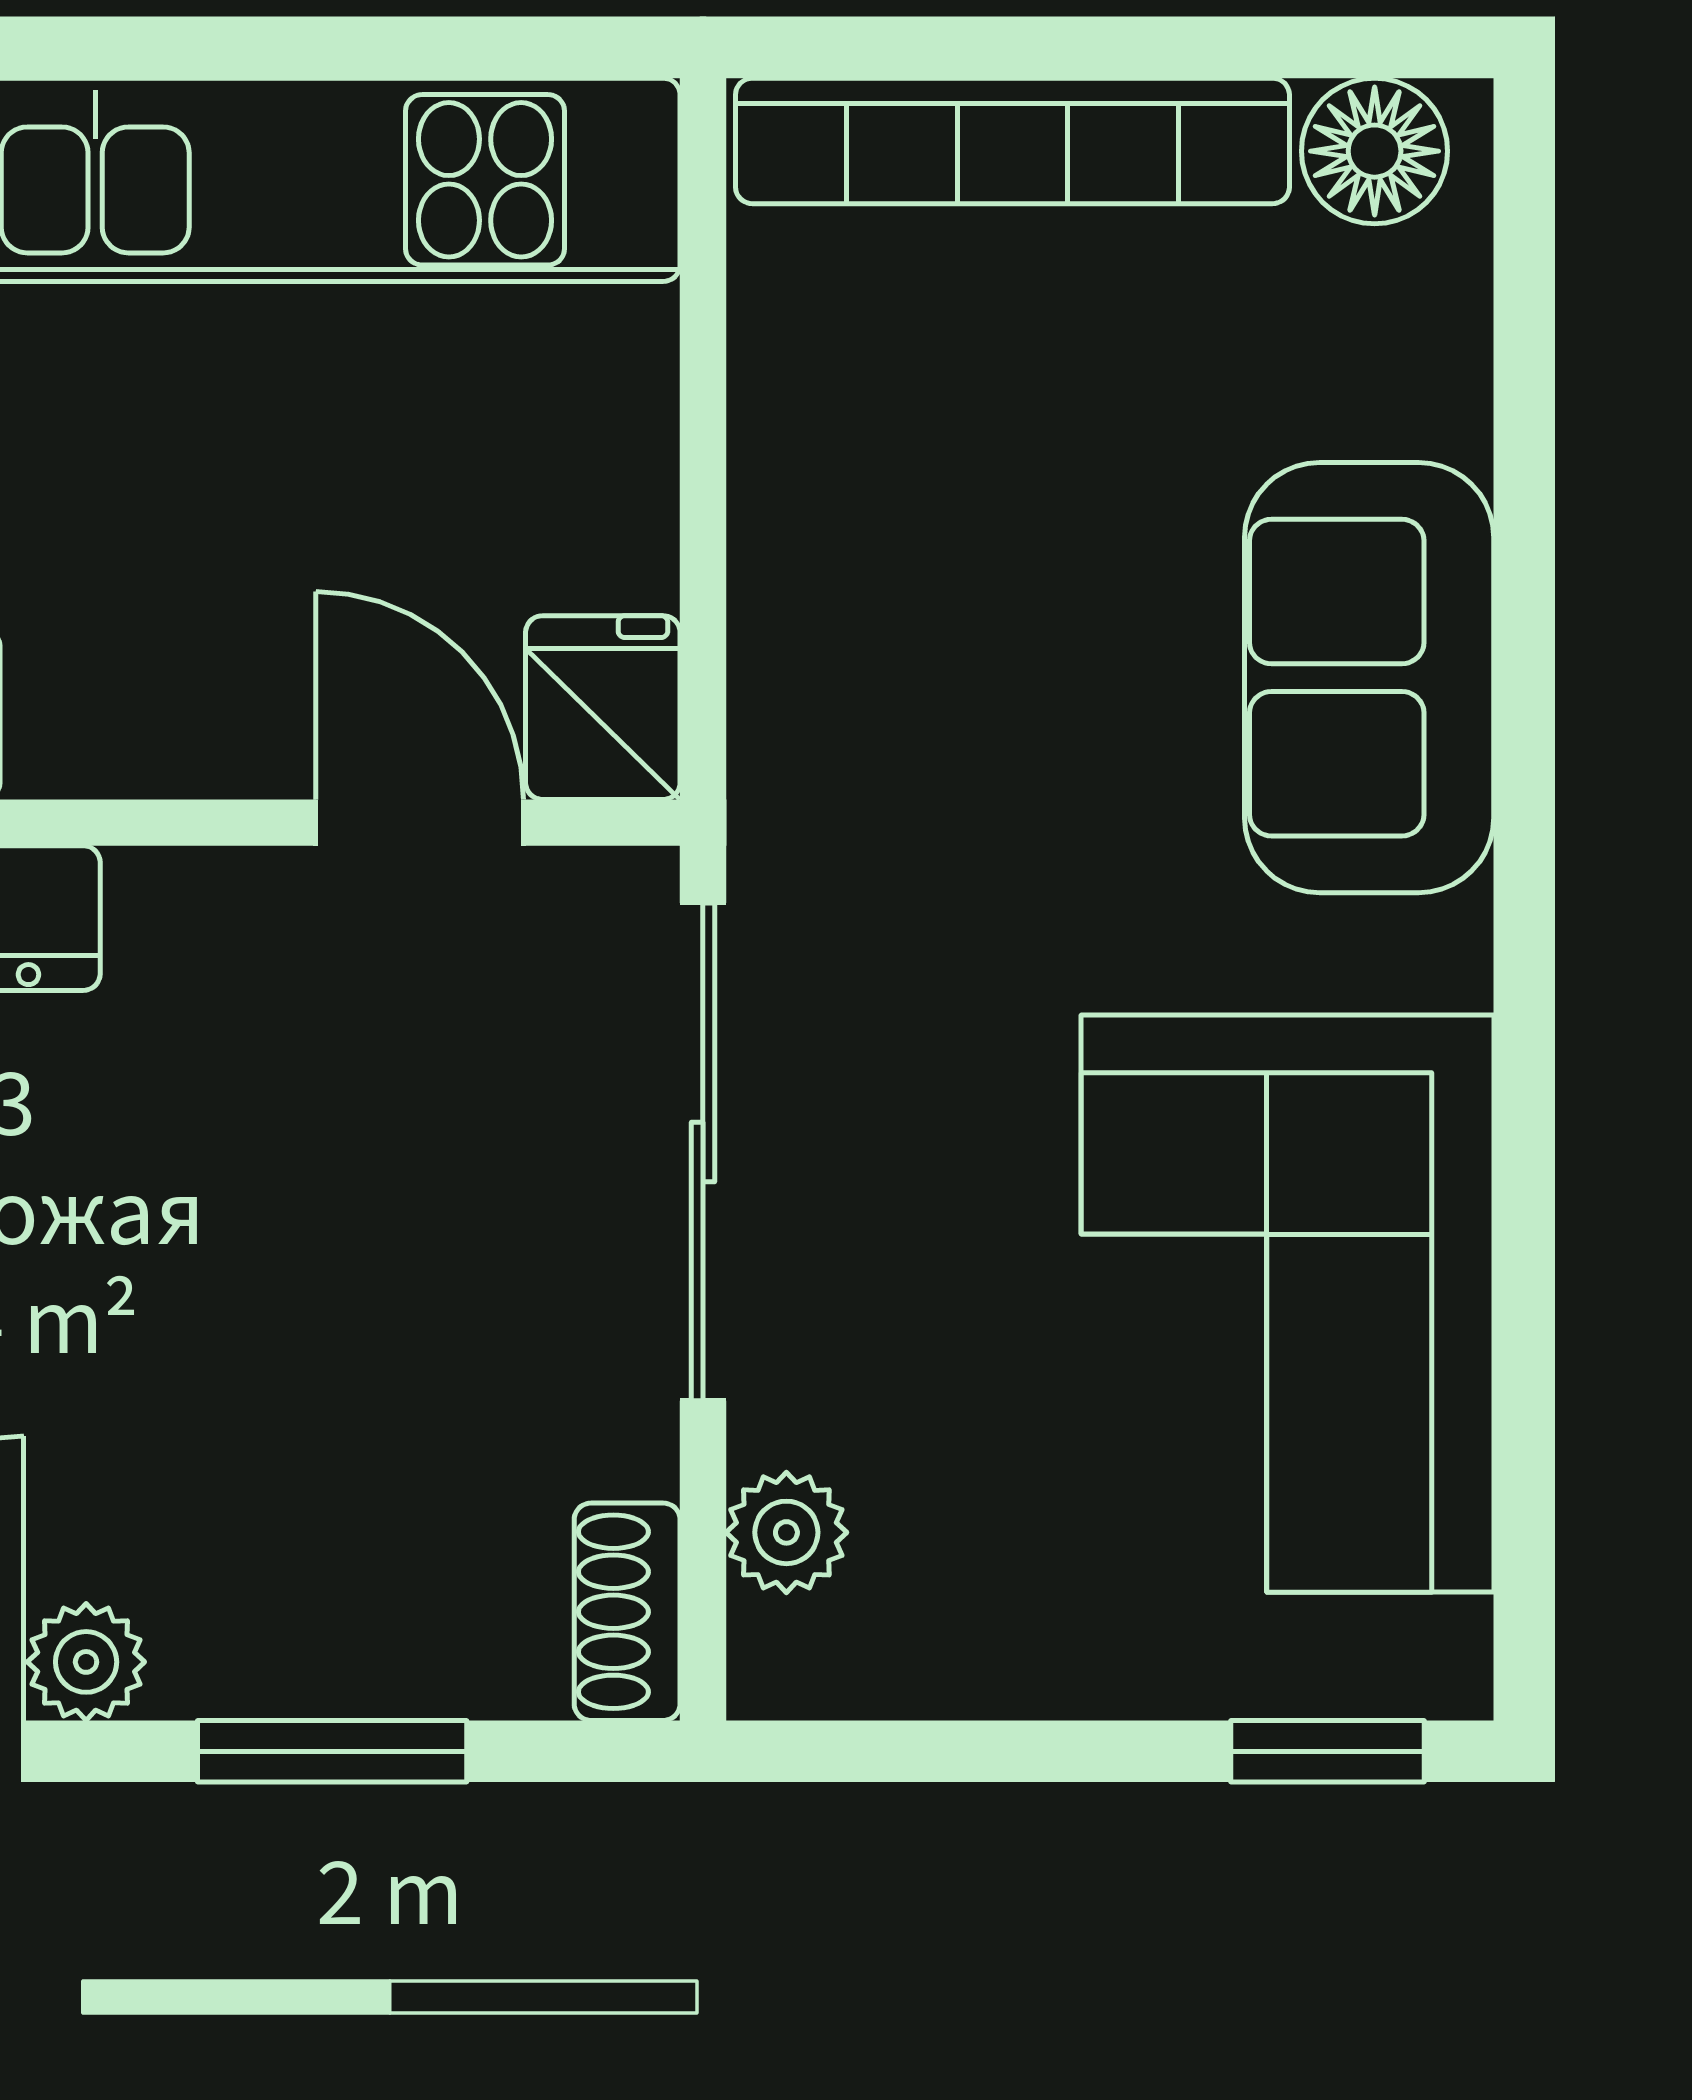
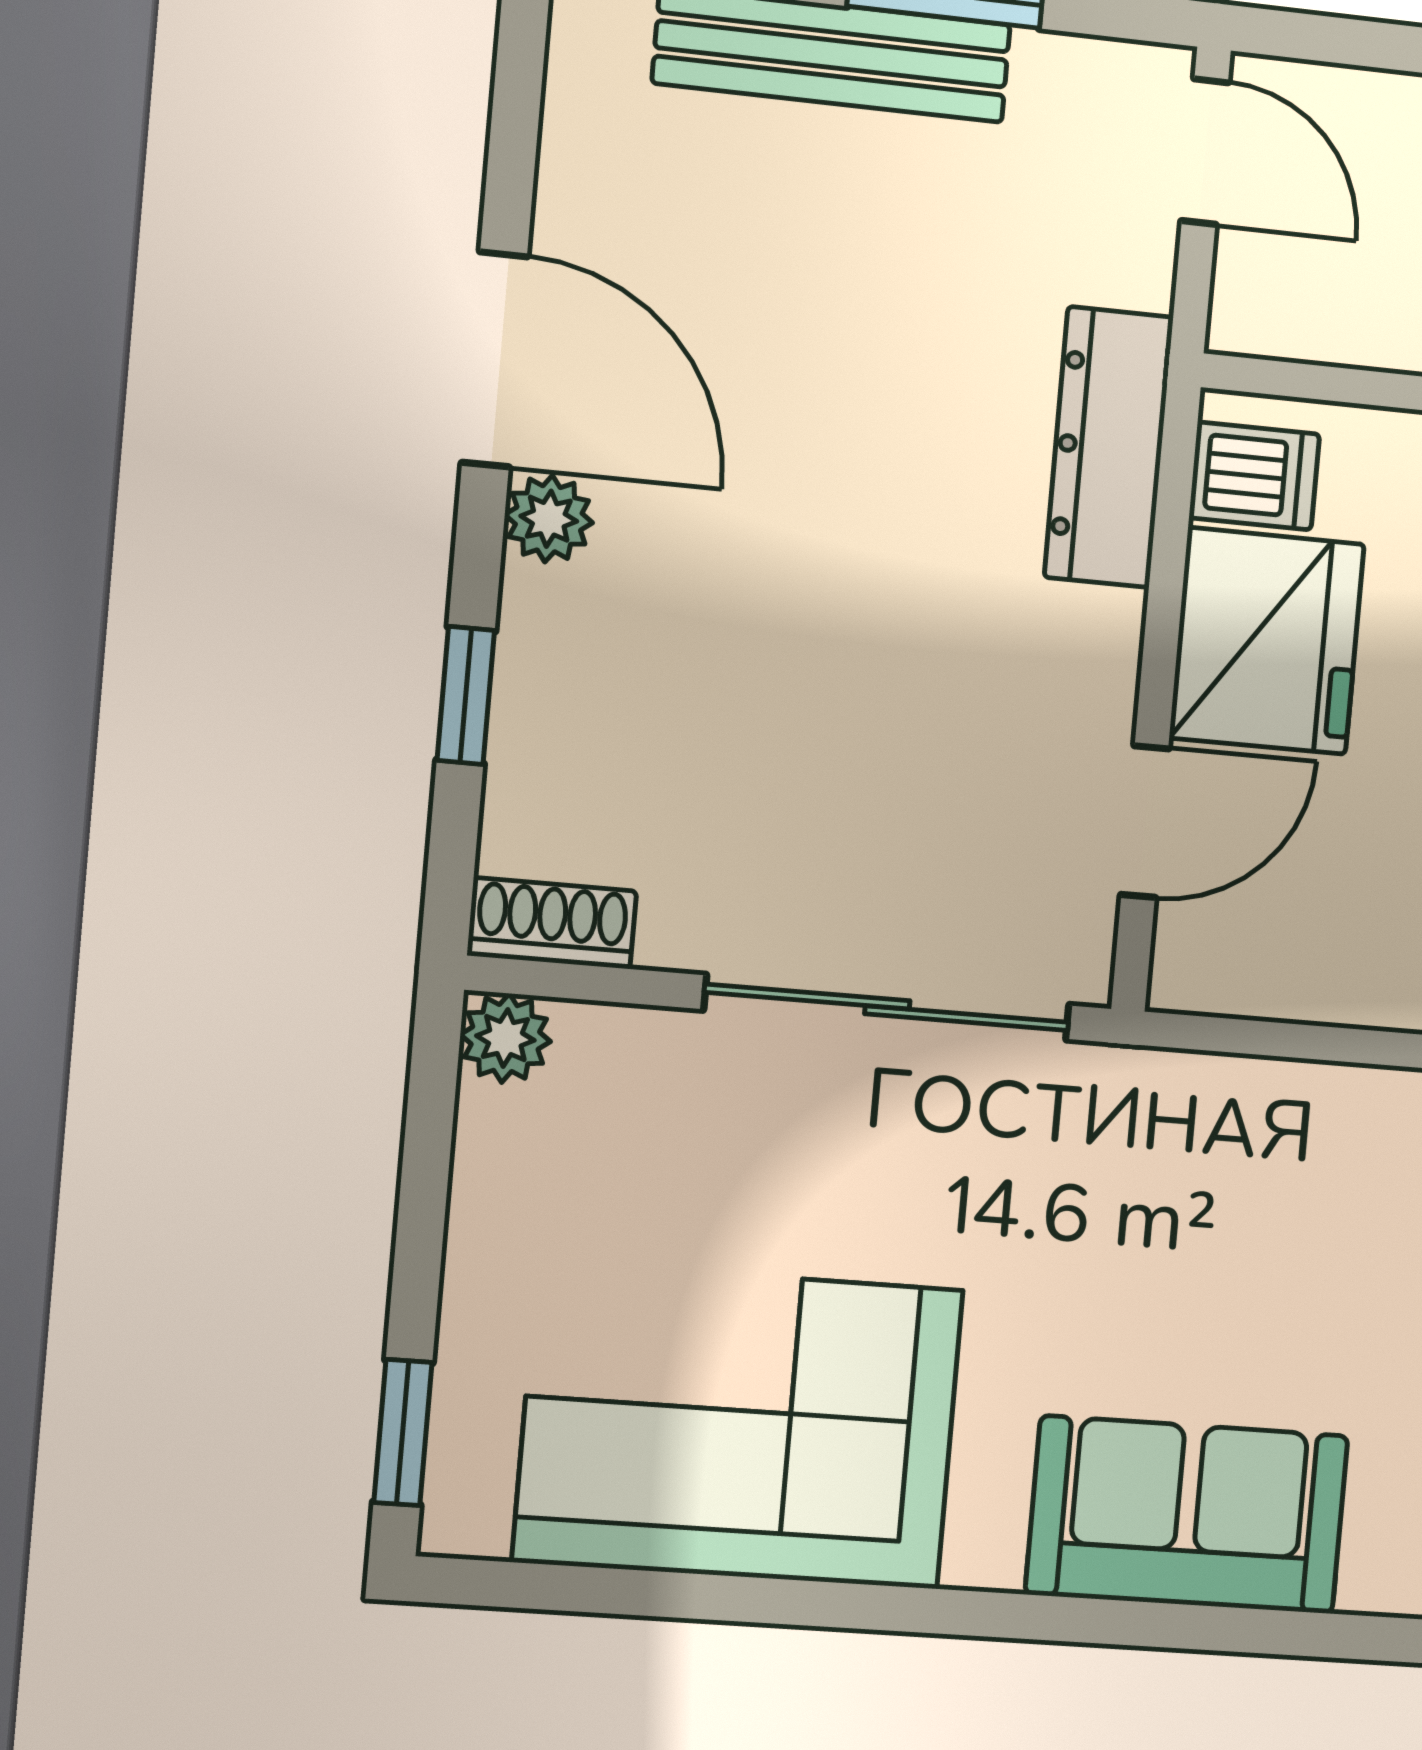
fridge: (603, 708) -> (1267, 641), moved, width x1.88, depth x1.34
plant: (786, 1532) -> (505, 1038), moved
window: (332, 1751) -> (466, 695), width x0.67

